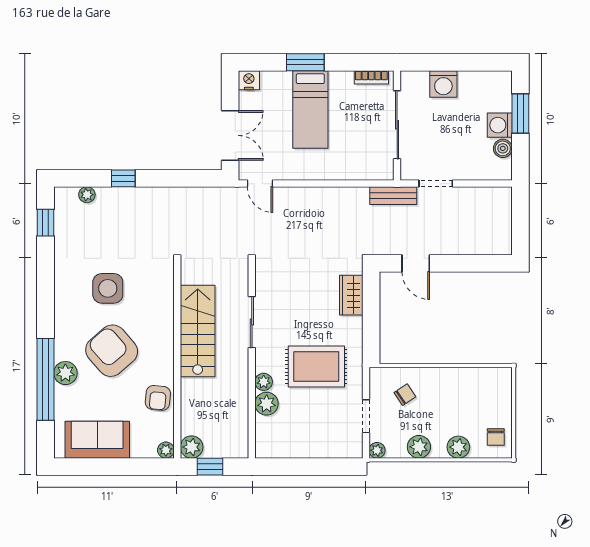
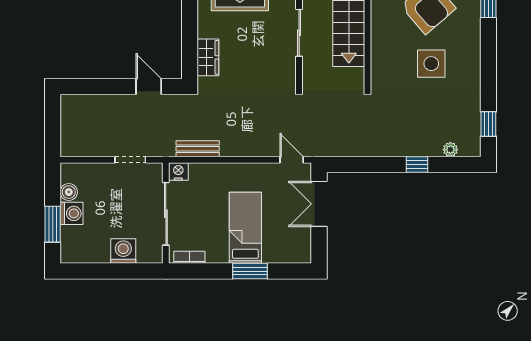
nightstand: (249, 80) -> (178, 172), moved, turned 180
bench: (393, 196) -> (198, 149), moved

